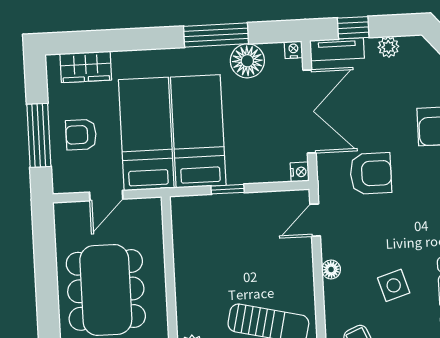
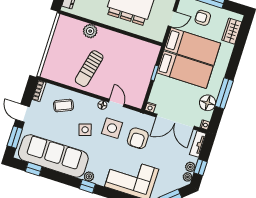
window: (353, 28) -> (201, 167), moved
plant: (411, 45) -> (188, 177), added
armchair: (81, 135) -> (203, 18), turned -90
door: (106, 196) -> (172, 19), swing flipped
door: (315, 220) -> (116, 103), moved
side table: (370, 233) -> (112, 128), added

